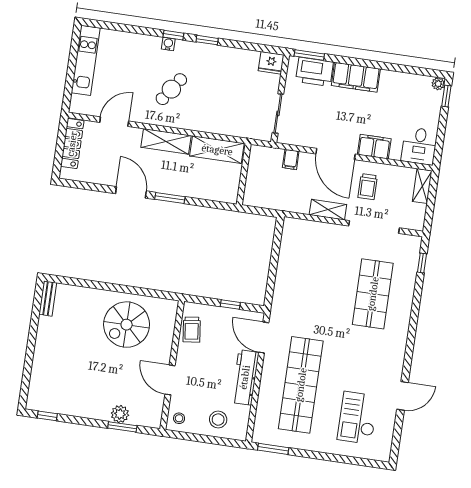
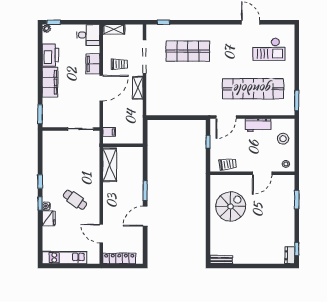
fridge: (271, 63) -> (49, 218), moved
printer: (314, 72) -> (50, 55), moved
shelving: (166, 141) -> (109, 198), removed
filing cabinet: (291, 159) -> (109, 132), moved
spiral stairs: (127, 325) -> (231, 206), turned -90
workbench: (245, 377) -> (258, 125), width x0.73
dresser: (39, 404) -> (290, 255), added
plant: (120, 414) -> (289, 202), removed

